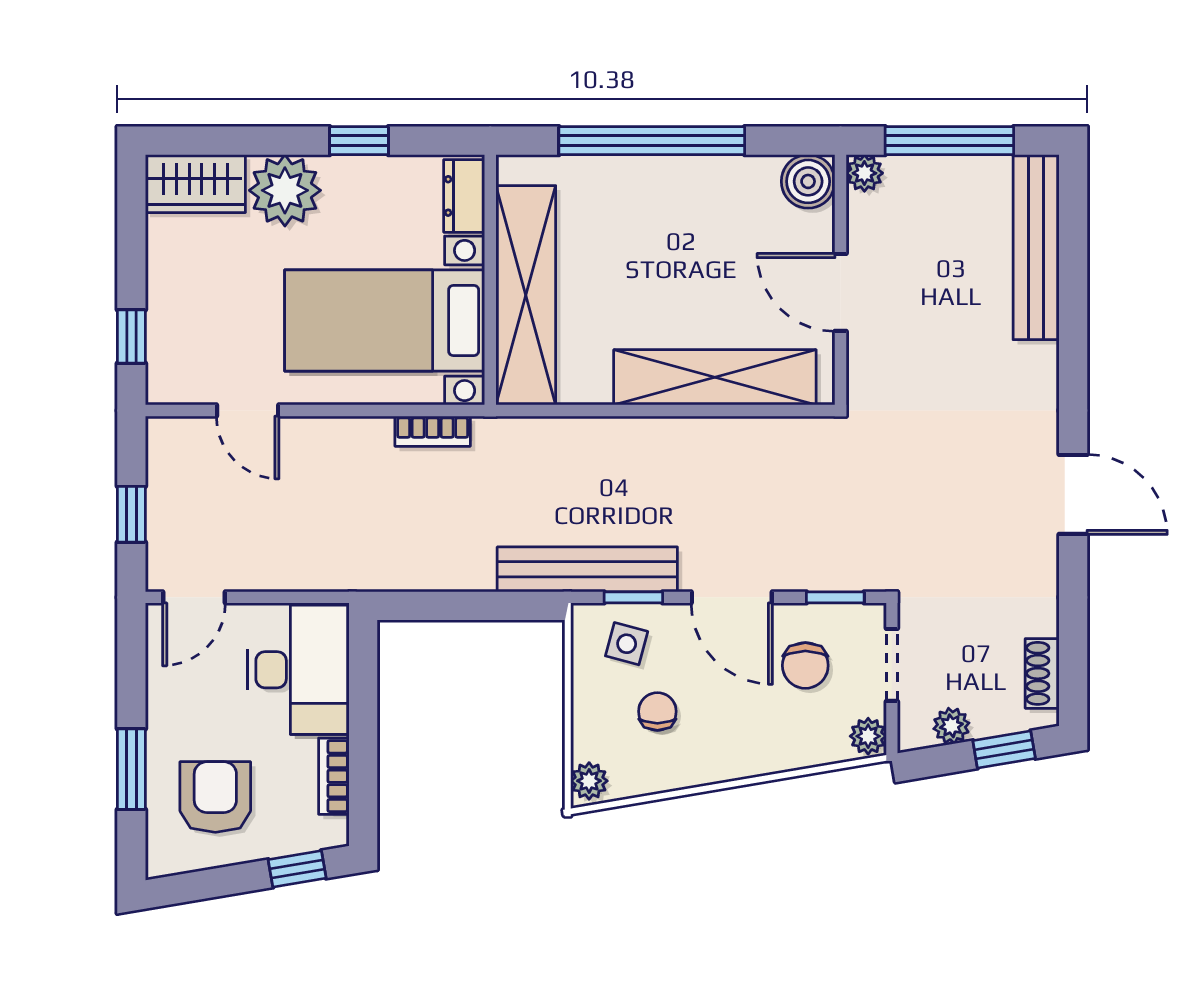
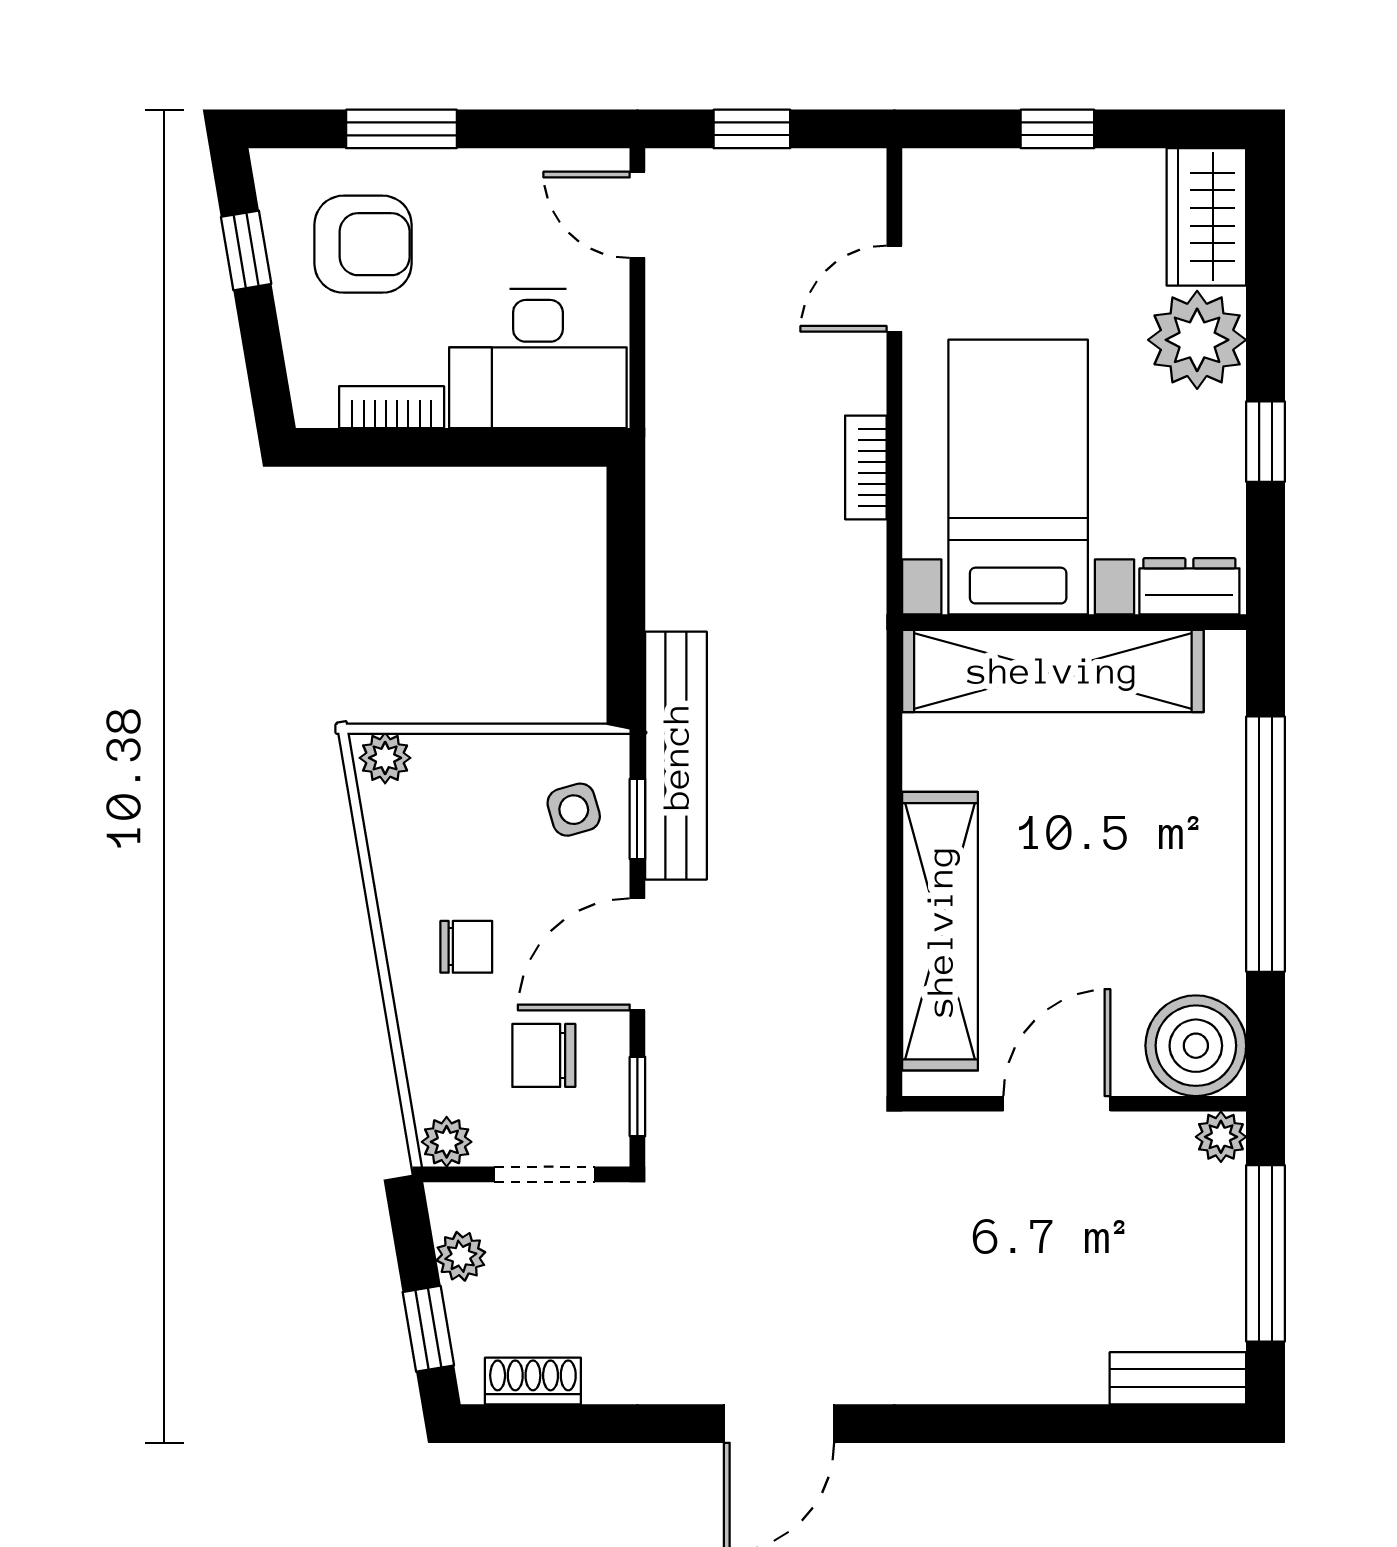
boiler: (808, 181) -> (1196, 1046), width x1.37, depth x1.37
bench: (1036, 247) -> (1178, 1378), width x0.54, depth x0.82
window: (131, 337) -> (1057, 129), moved
bookcase: (433, 431) -> (866, 467), moved
side table: (627, 644) -> (574, 810), turned -31
chair: (657, 711) -> (466, 947), moved
window: (297, 869) -> (246, 250), moved

